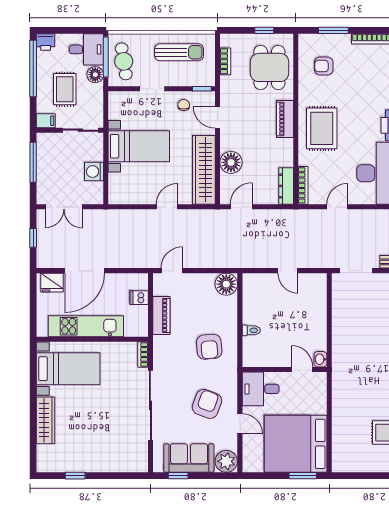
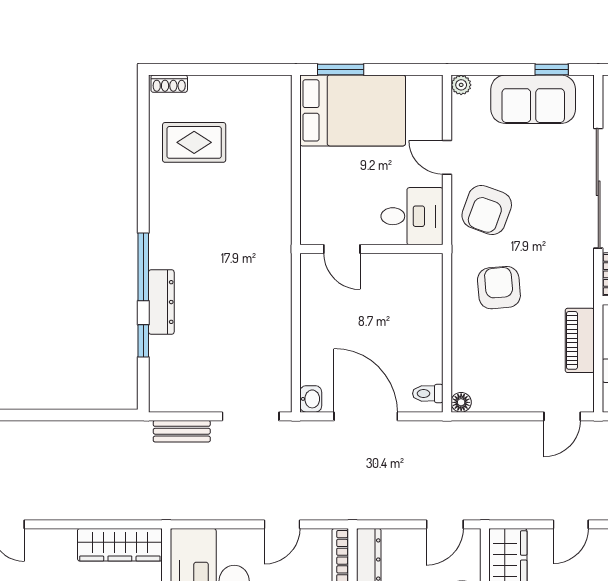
door: (288, 271) -> (366, 416), width x1.87
floor lamp: (226, 284) -> (461, 402), width x0.53, depth x0.53
toilet: (251, 330) -> (428, 393), moved
washbasin: (320, 359) -> (311, 399), moved
armchair: (207, 404) -> (487, 210), moved
bed: (296, 444) -> (353, 110), width x0.73
plant: (226, 461) -> (461, 85), width x0.53, depth x0.53

